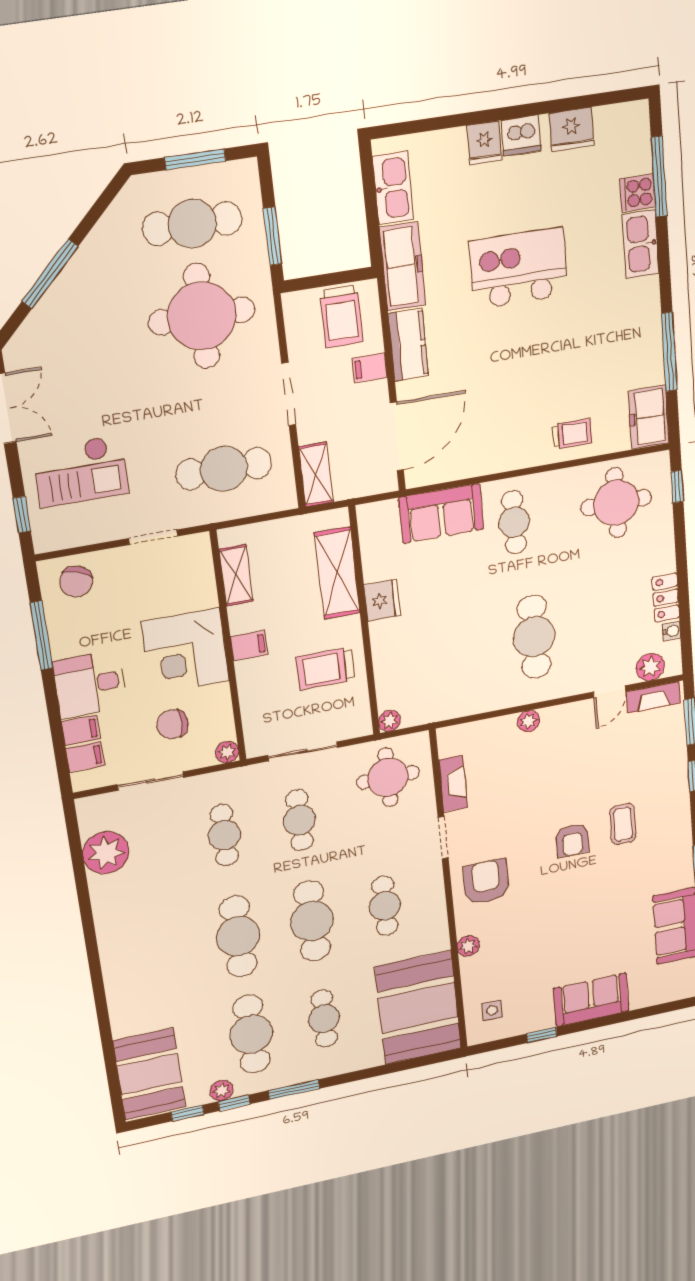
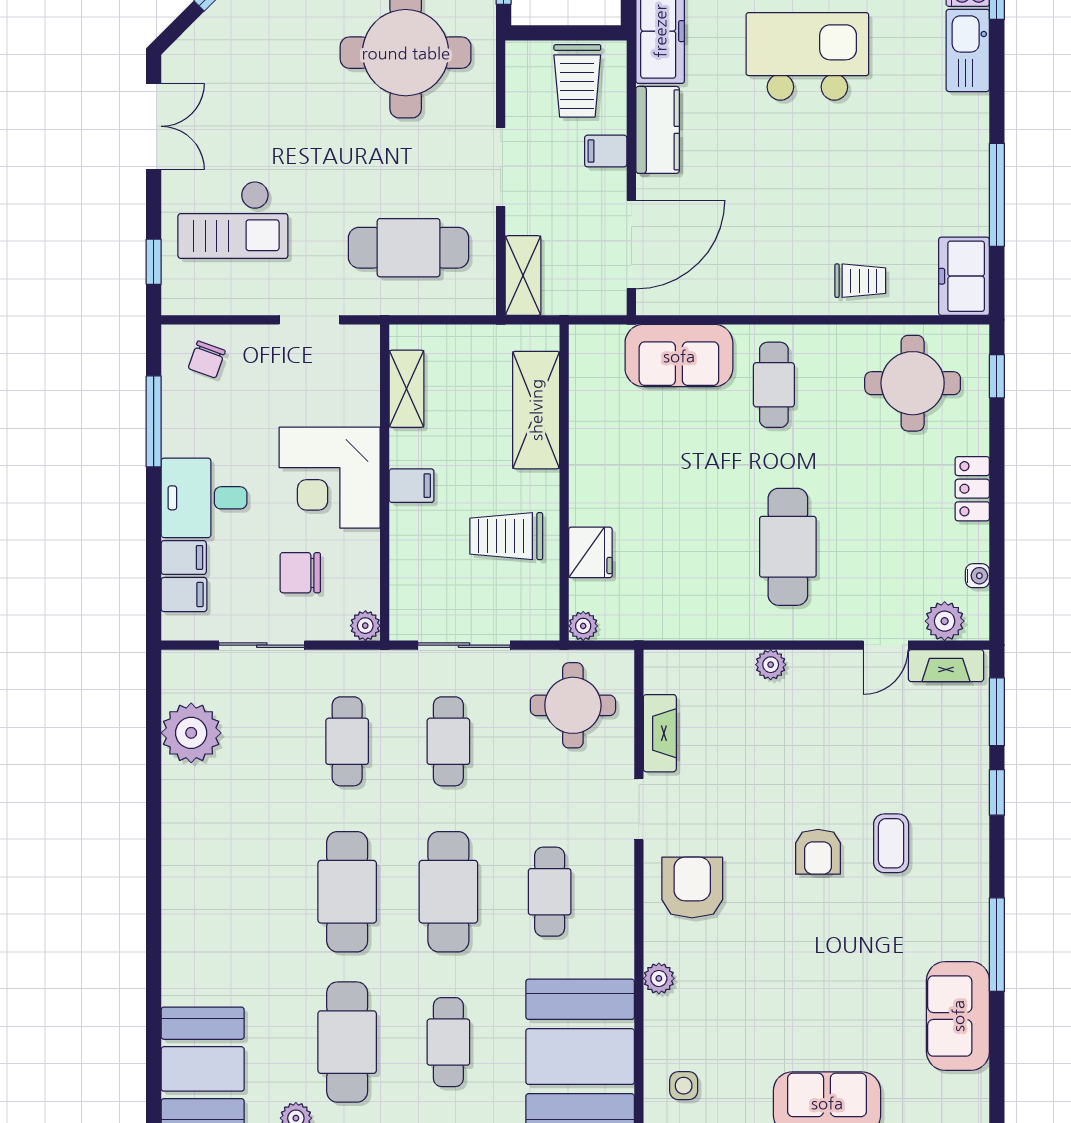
chair: (76, 582) -> (207, 359), width x0.73, depth x0.73
locker: (666, 598) -> (972, 489), moved
fridge: (382, 600) -> (590, 552), moved

